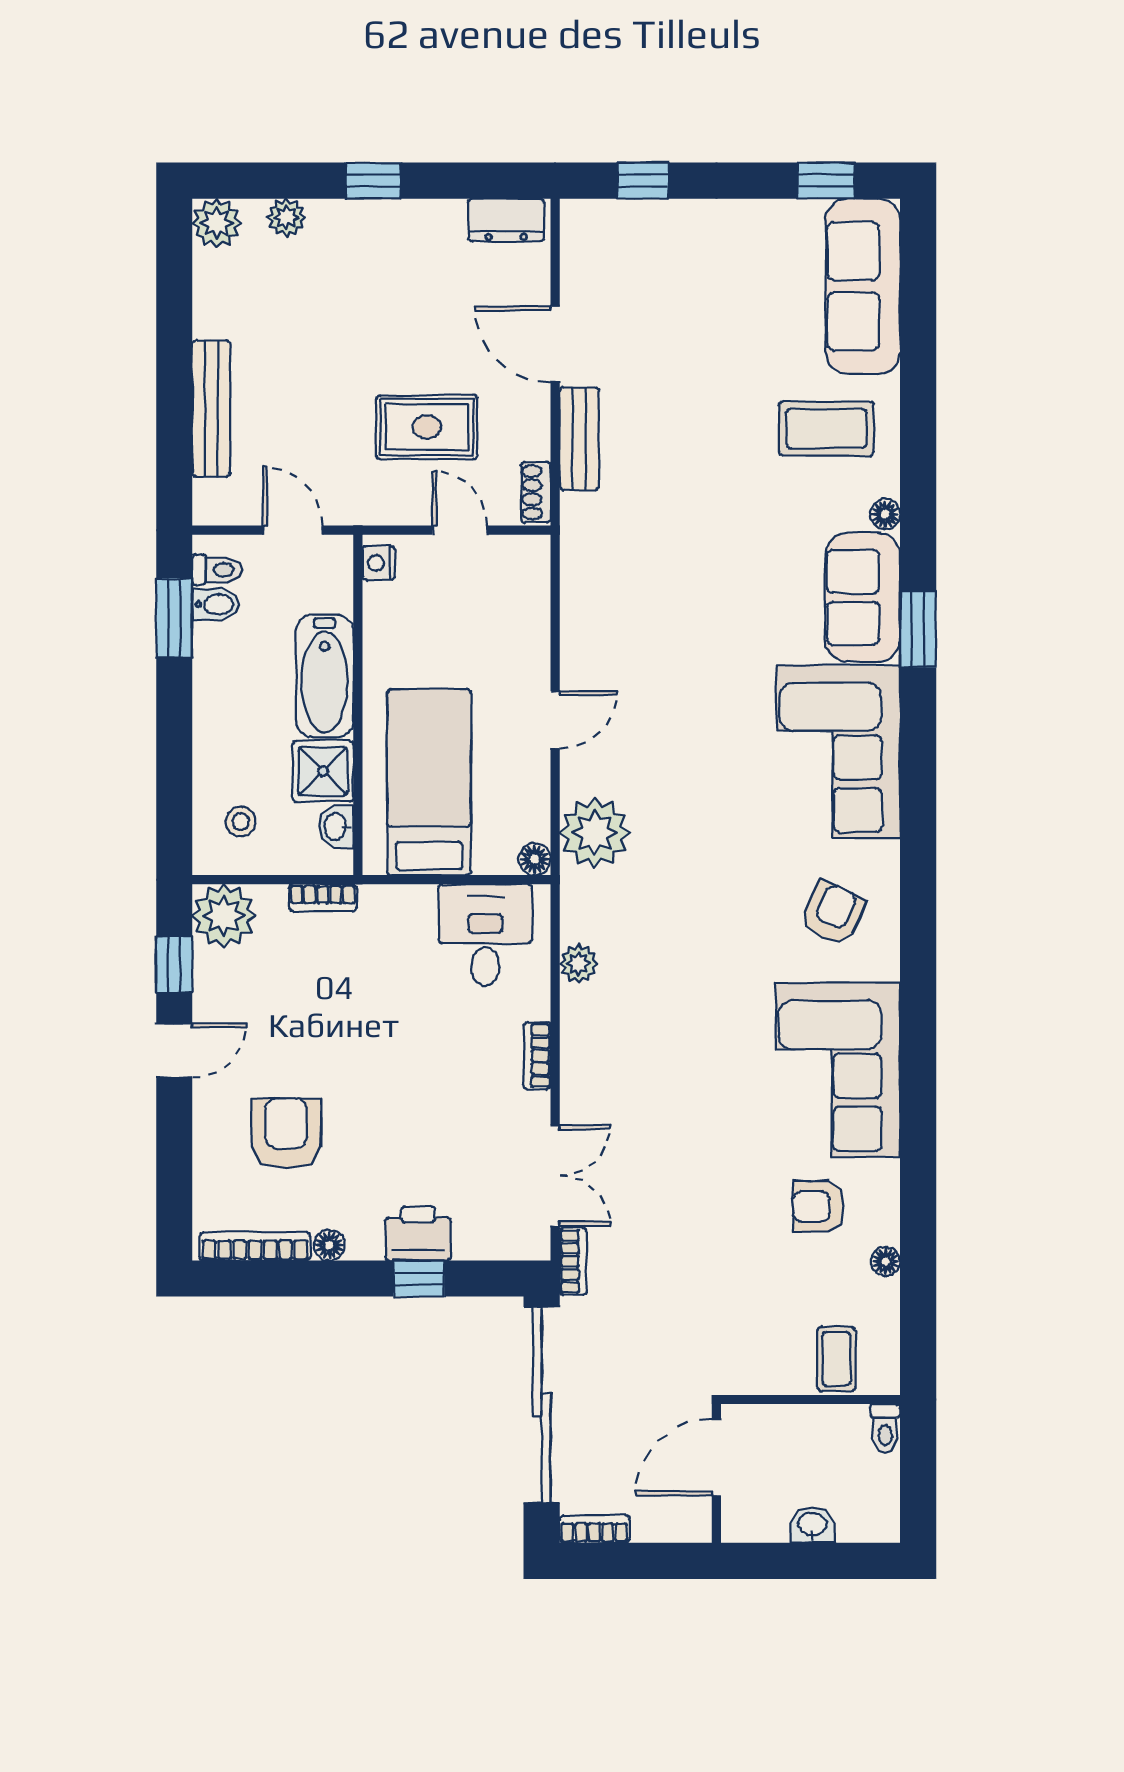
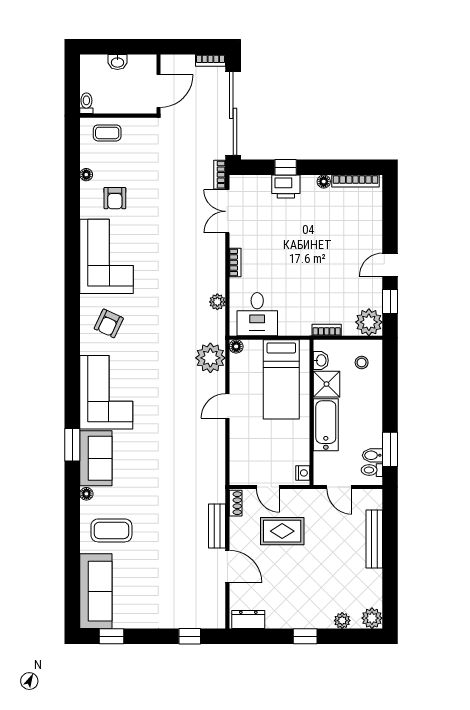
armchair: (286, 1133) -> (342, 229), removed
armchair: (818, 1206) -> (115, 198), turned 90
coffee table: (837, 1359) -> (107, 133), turned 90

